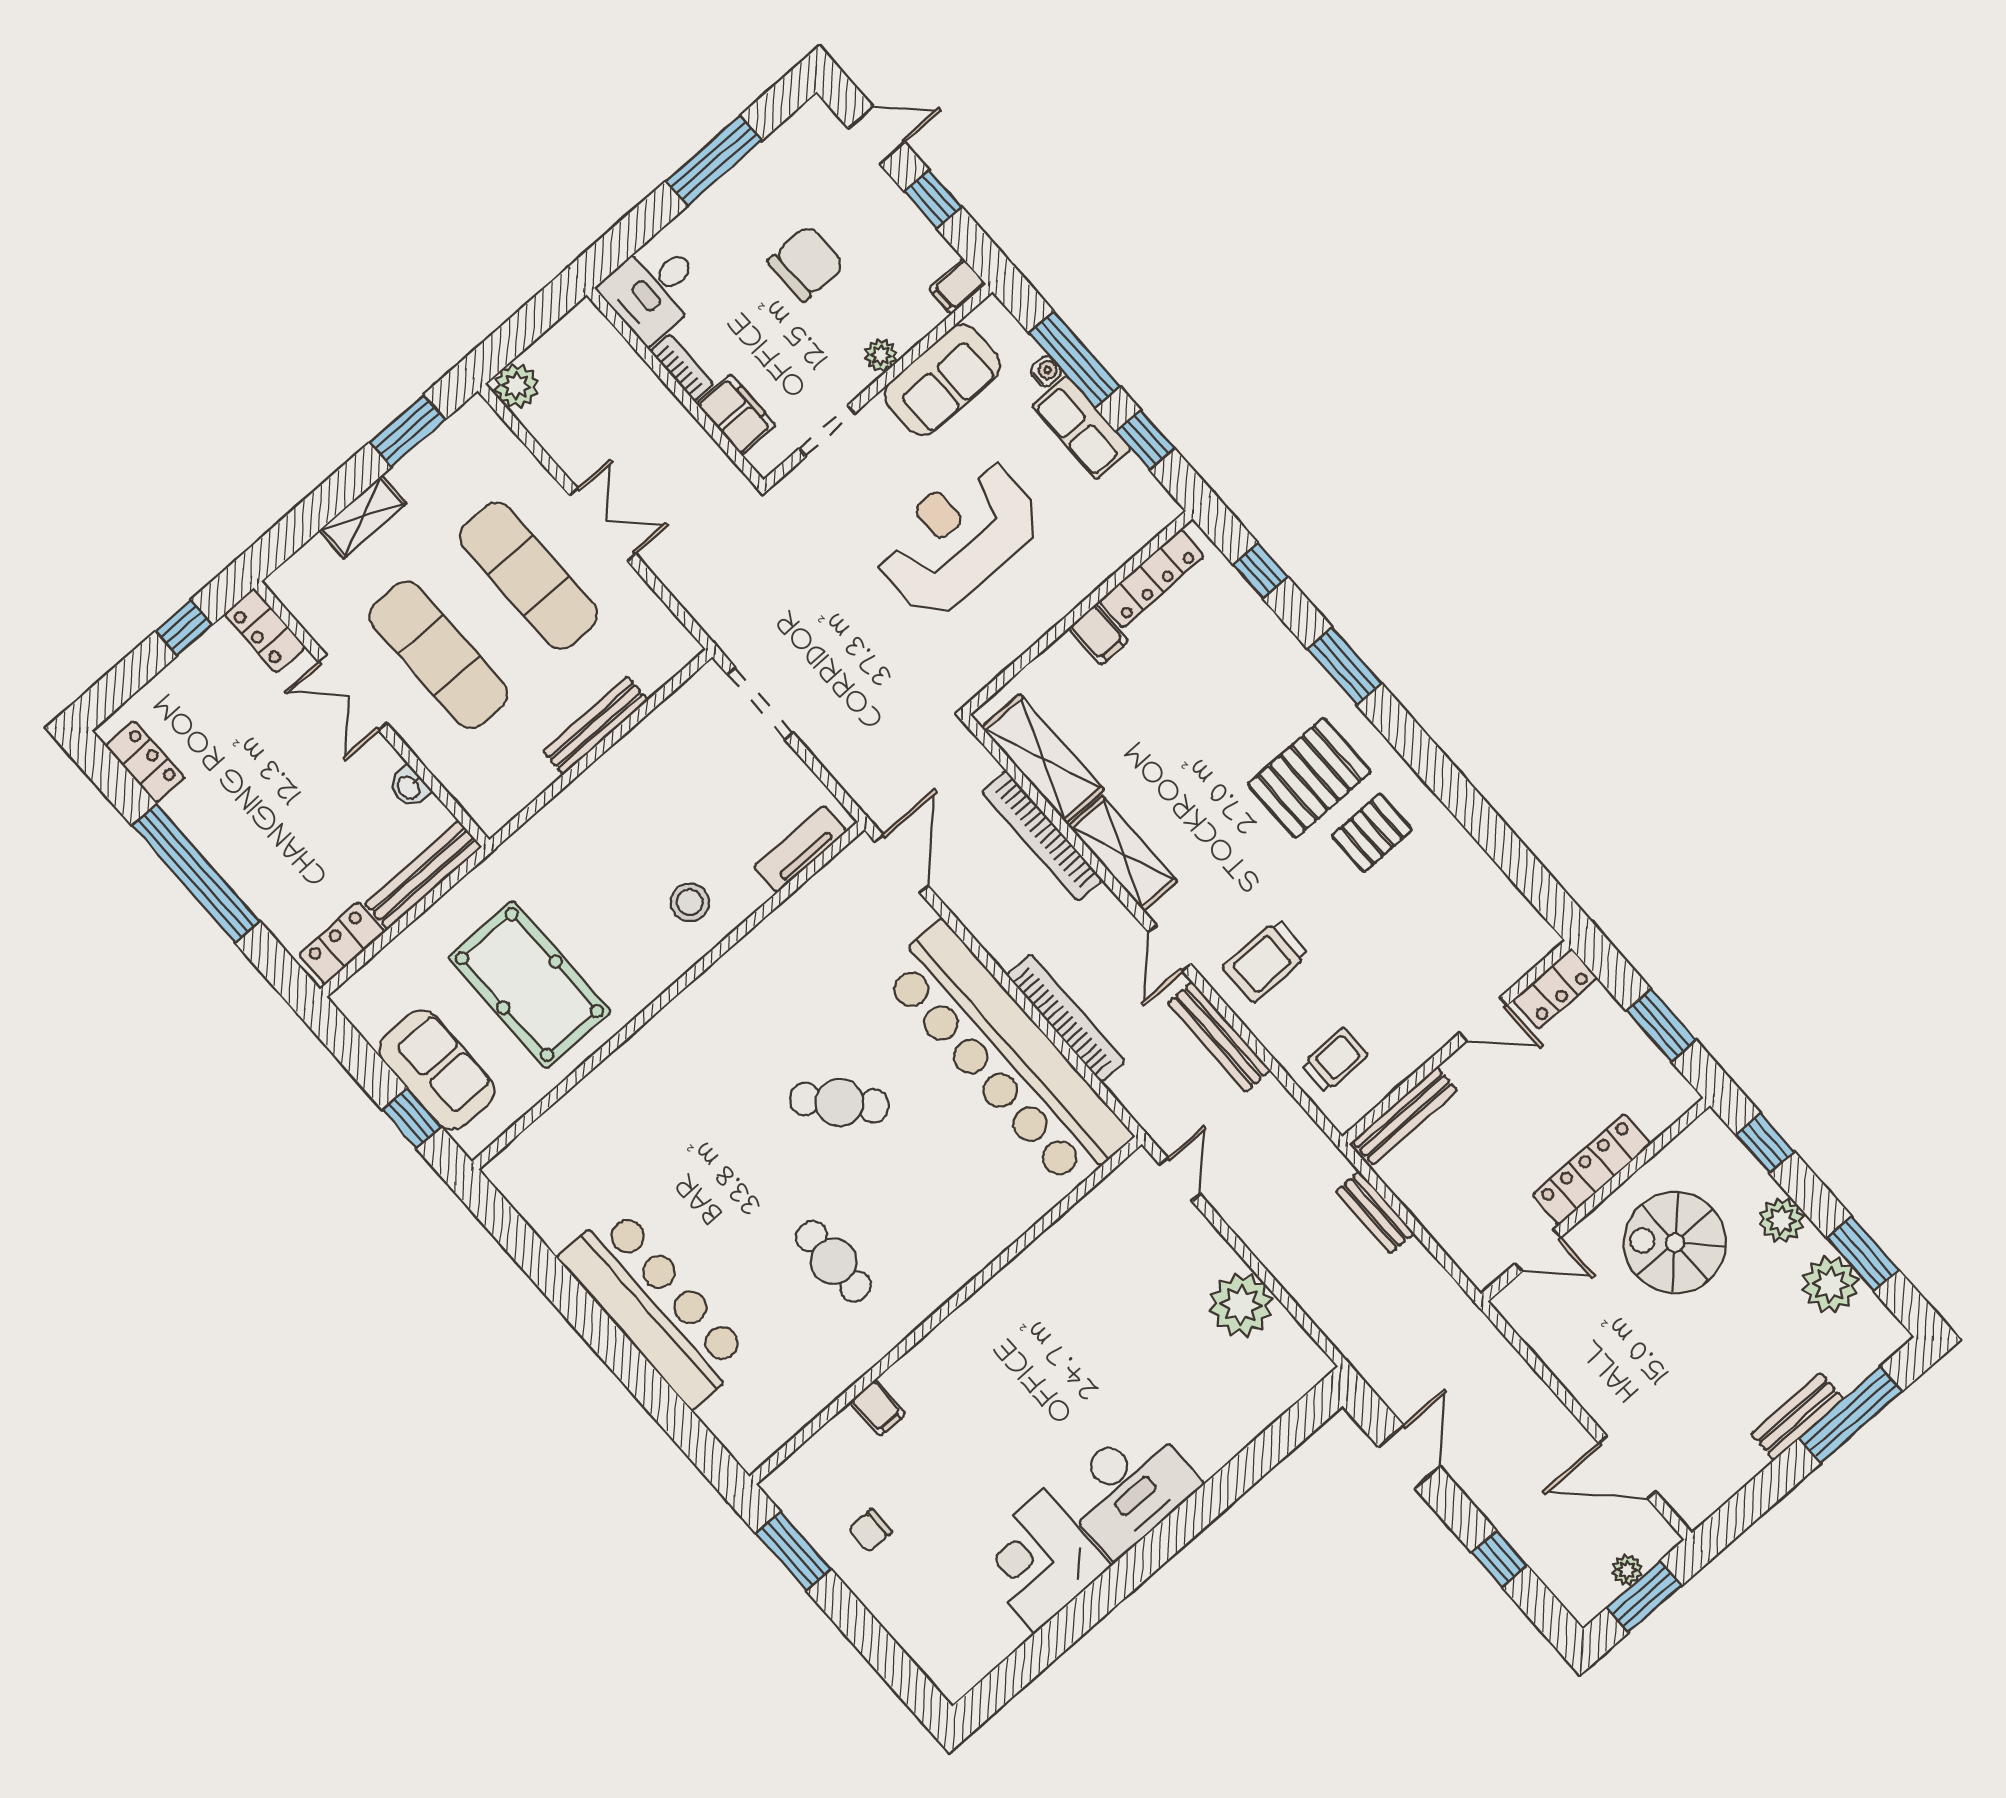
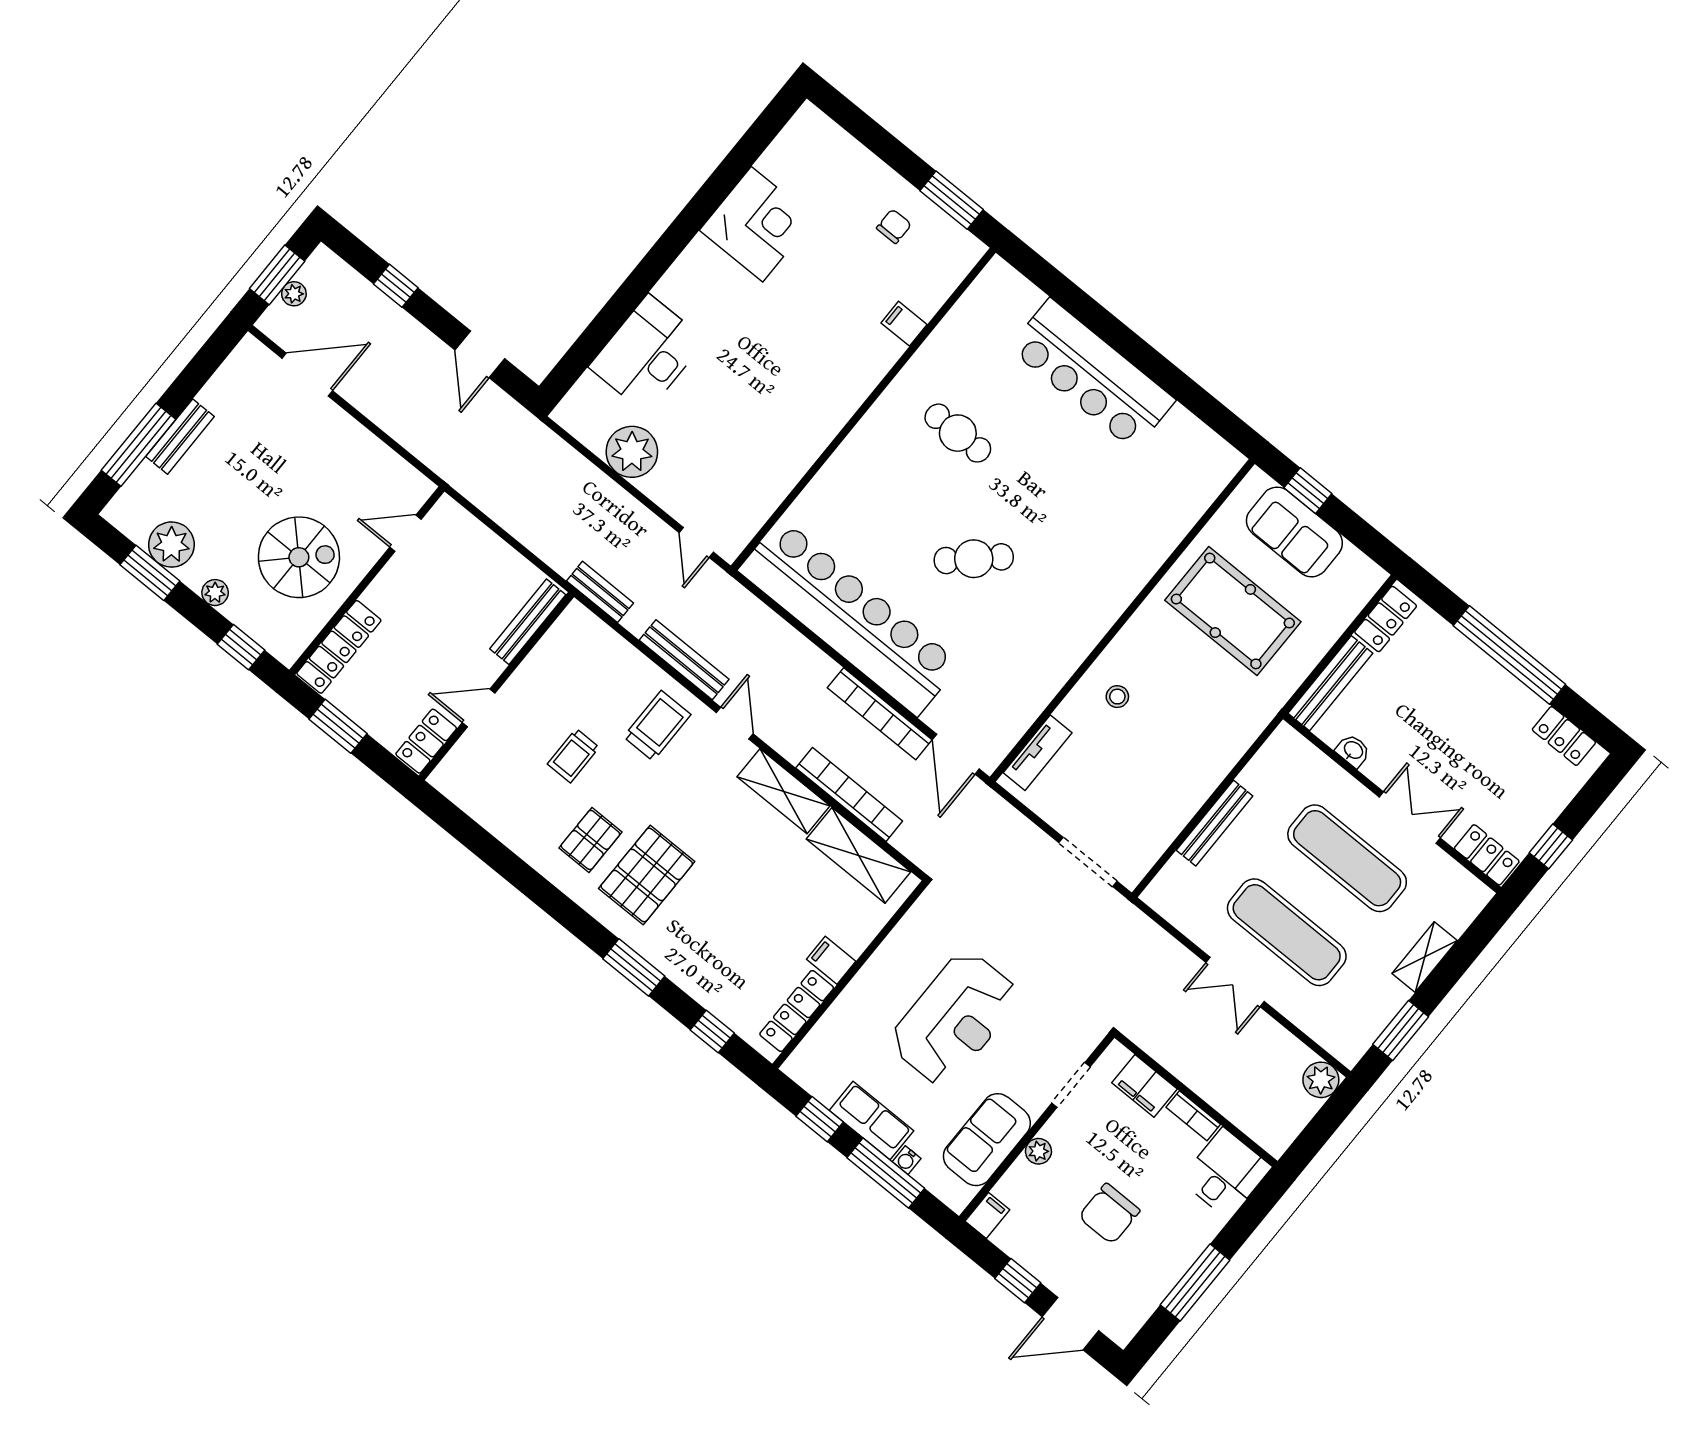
door: (877, 135) -> (1071, 1324), width x1.38
stool: (690, 902) -> (1117, 697), width x0.73, depth x0.73
bookcase: (1066, 1018) -> (880, 714), moved
trolley: (1335, 1060) -> (573, 756), moved
locker: (1592, 1169) -> (339, 647), moved
bench: (1375, 1212) -> (600, 592), moved
plant: (1781, 1220) -> (215, 593), width x0.73, depth x0.73
desk: (1129, 1488) -> (647, 354), moved

